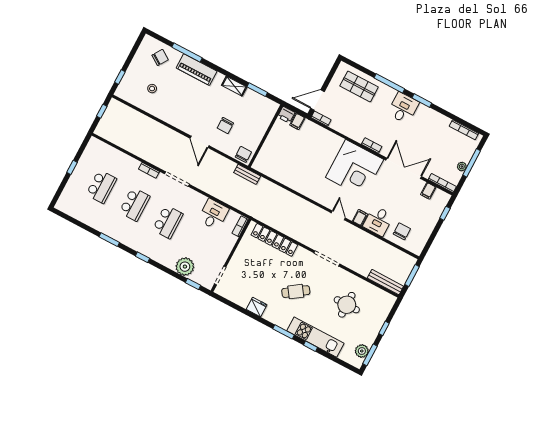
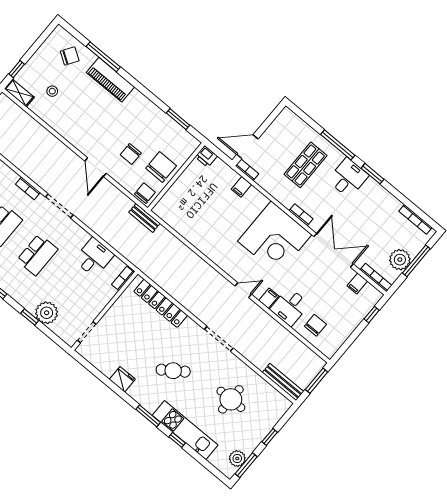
shelving: (234, 86) -> (19, 93), moved
shop shelf: (359, 86) -> (305, 165), moved, turned 90
filing cabinet: (297, 121) -> (241, 187), moved
chair: (252, 131) -> (161, 167), added
plant: (462, 166) -> (400, 260), width x1.88, depth x1.88
door: (338, 215) -> (243, 290), hinge flipped
window: (193, 284) -> (30, 317), moved

